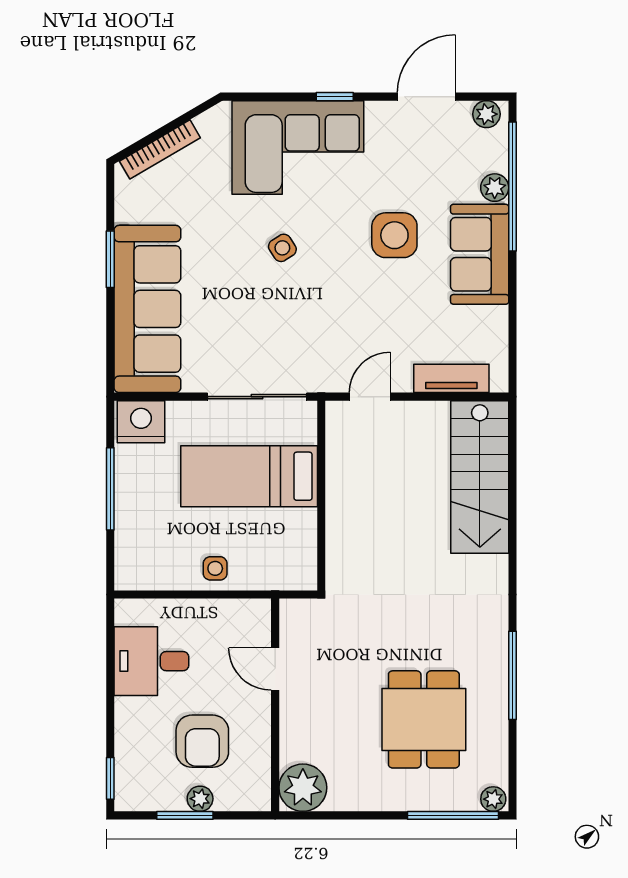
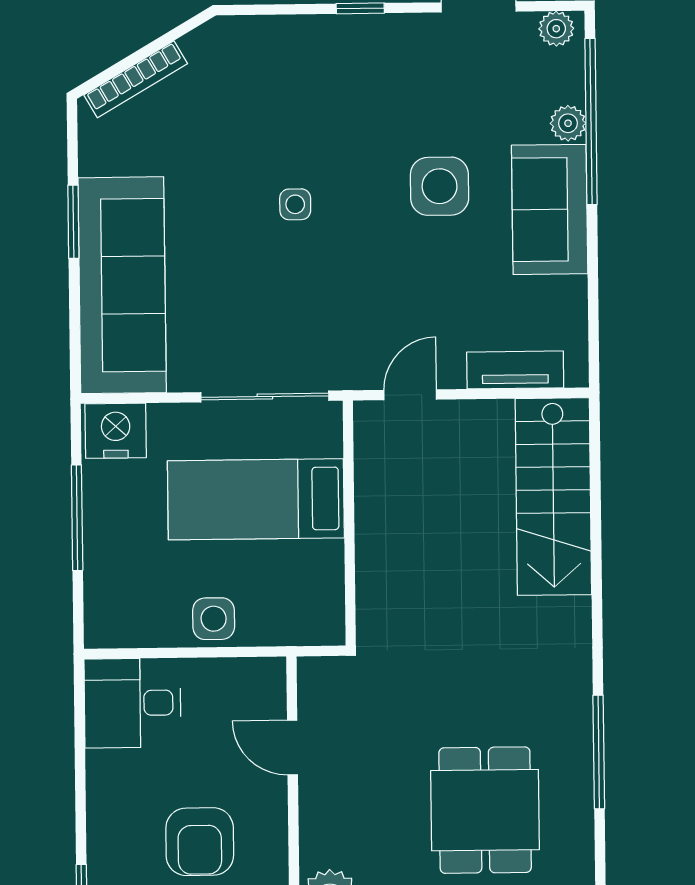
corner sofa: (298, 147) -> (314, 75), removed
side table: (282, 248) -> (295, 204), turned 33
side table: (215, 568) -> (214, 619), width x1.37, depth x1.37
desk: (151, 661) -> (132, 703), moved

